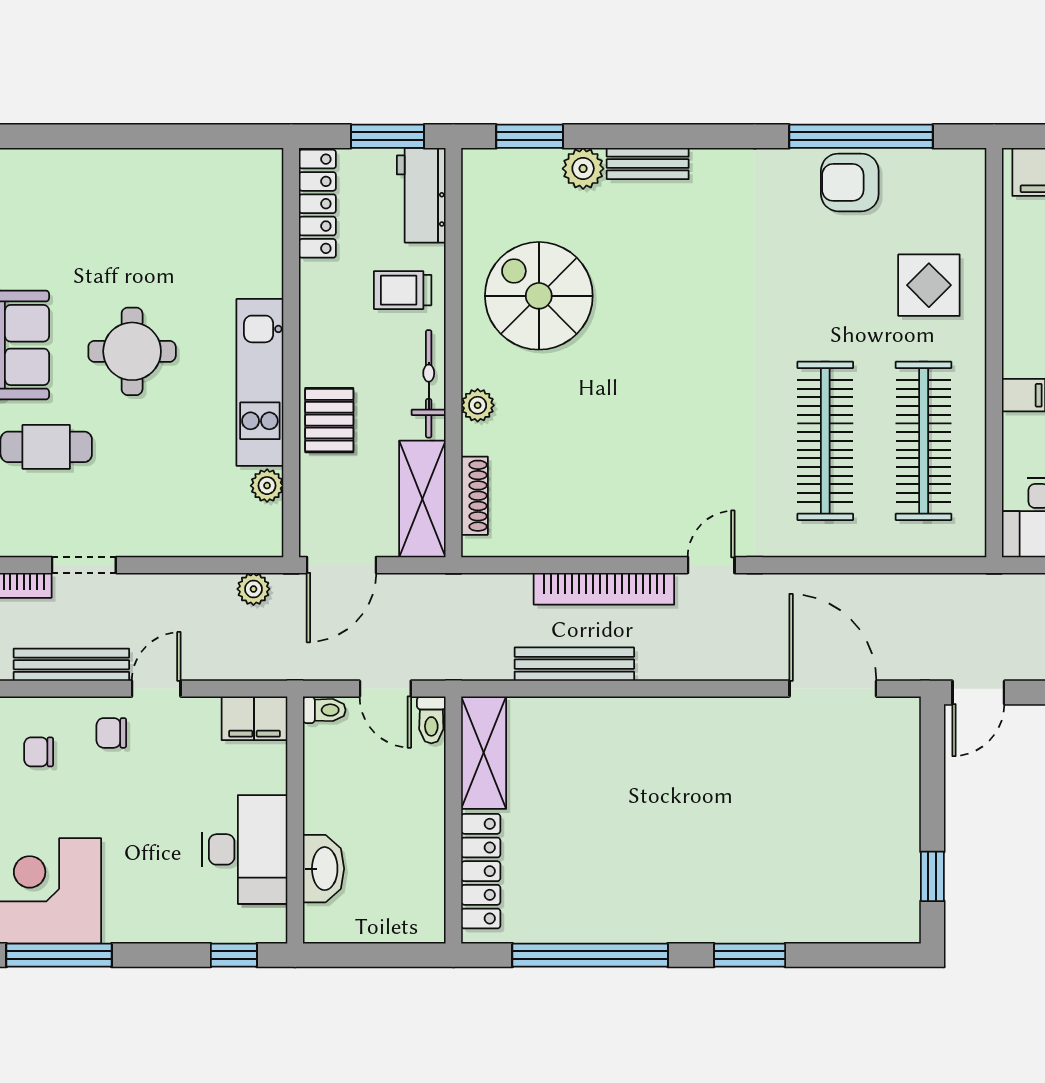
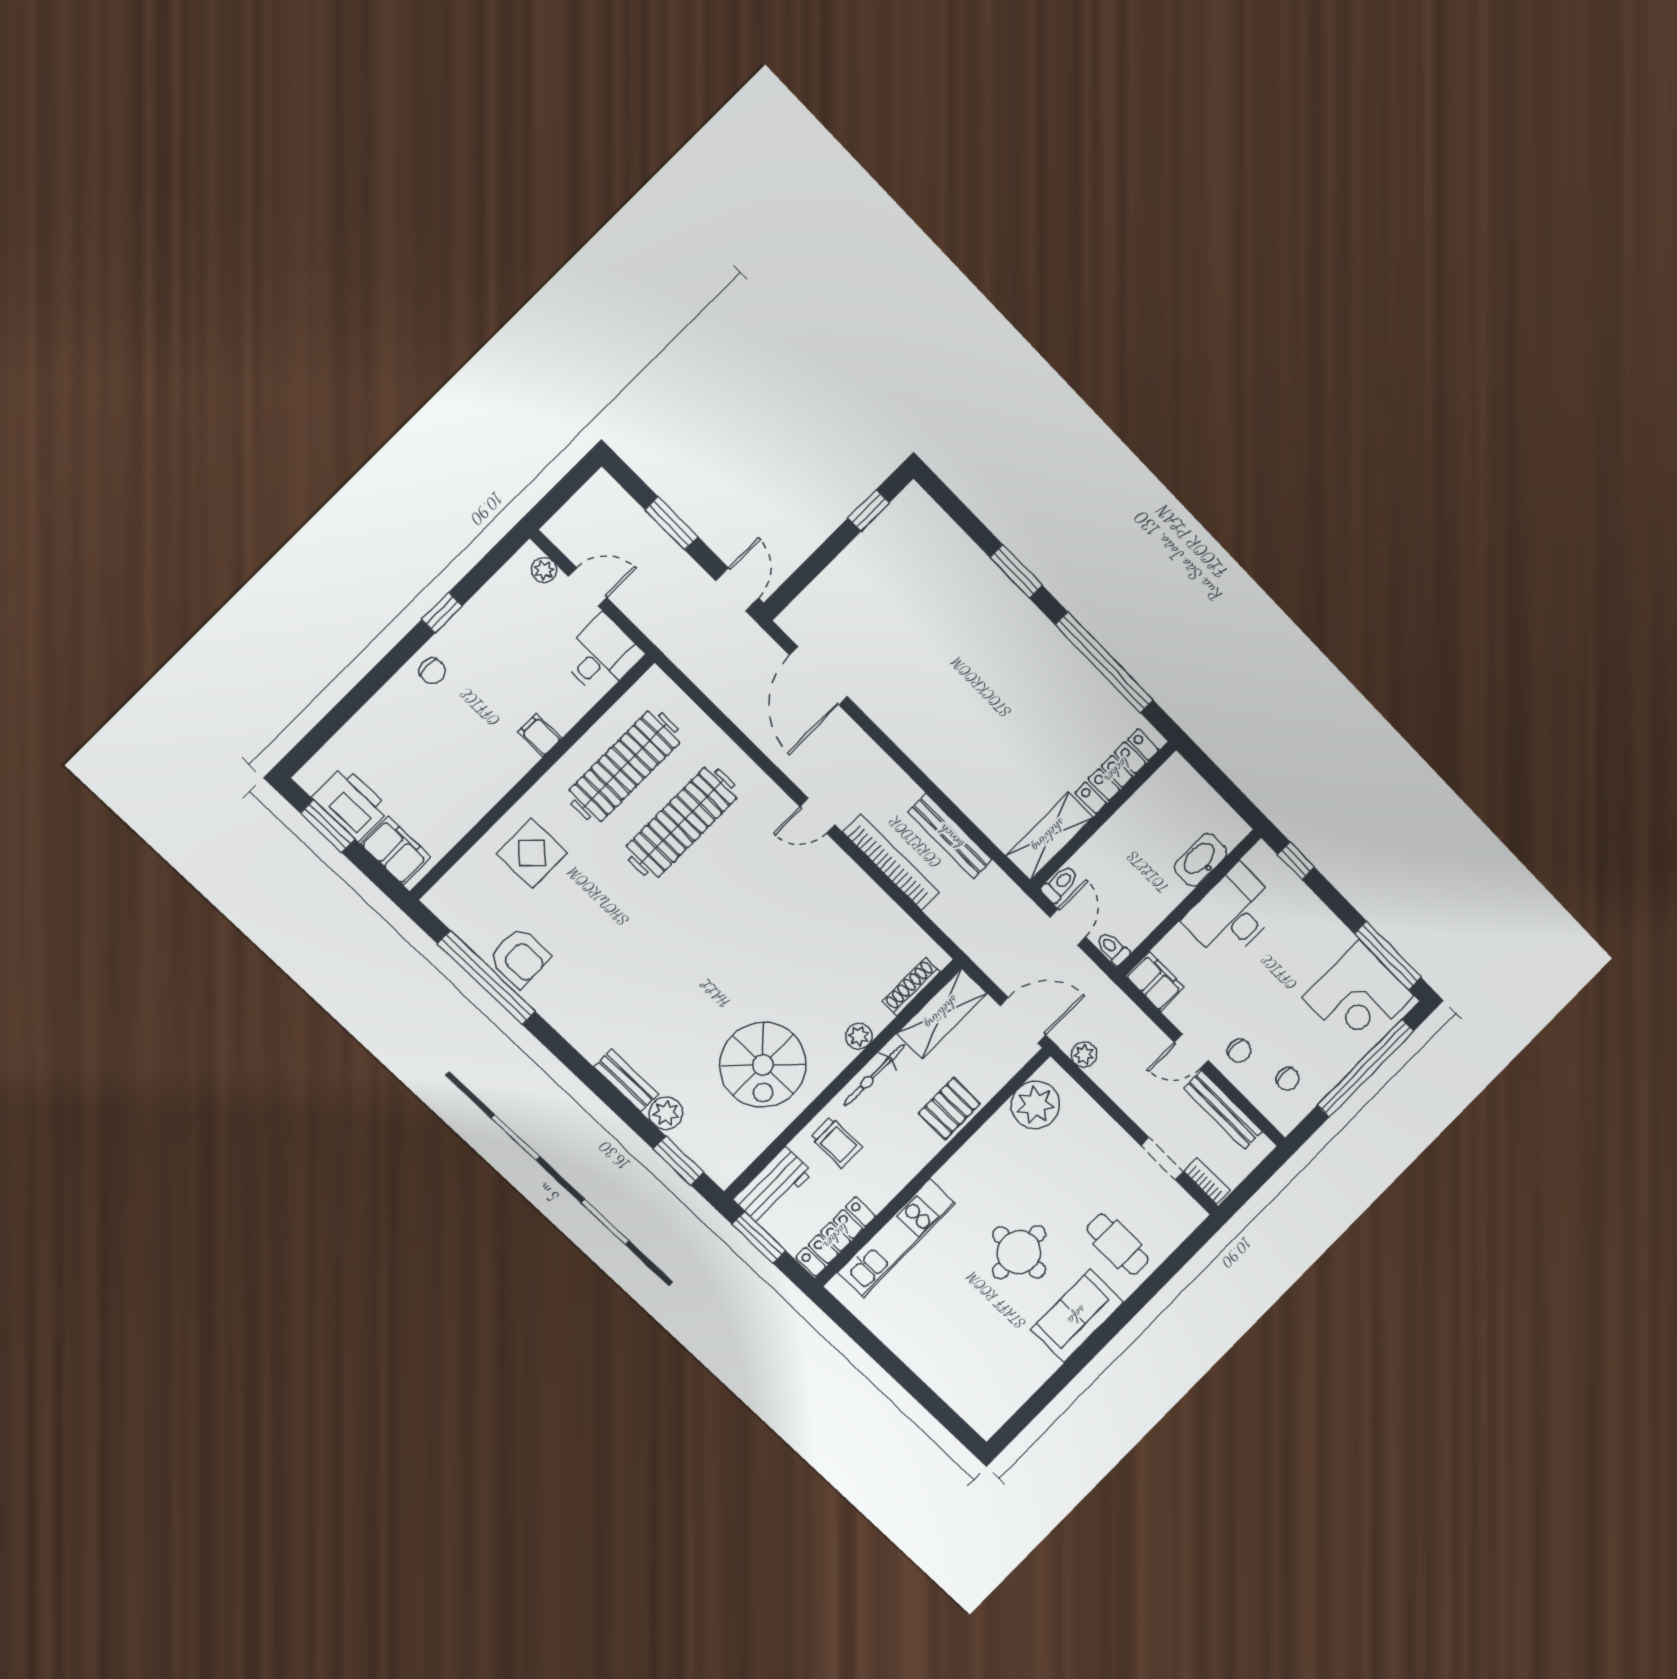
kitchen unit: (260, 382) -> (896, 1238), moved
plant: (267, 486) -> (1035, 1105), width x1.88, depth x1.88
door: (978, 692) -> (737, 589), hinge flipped

